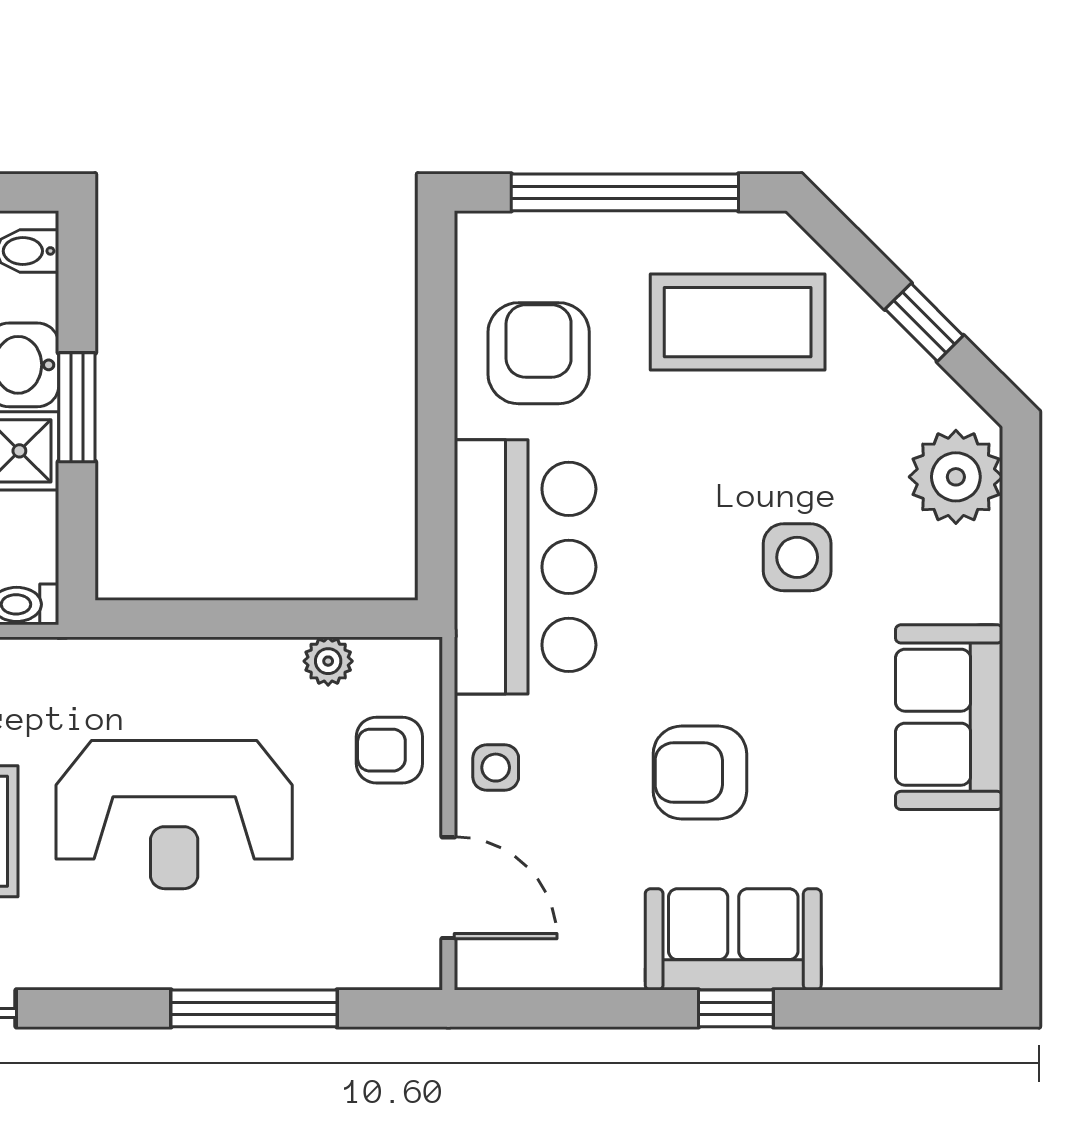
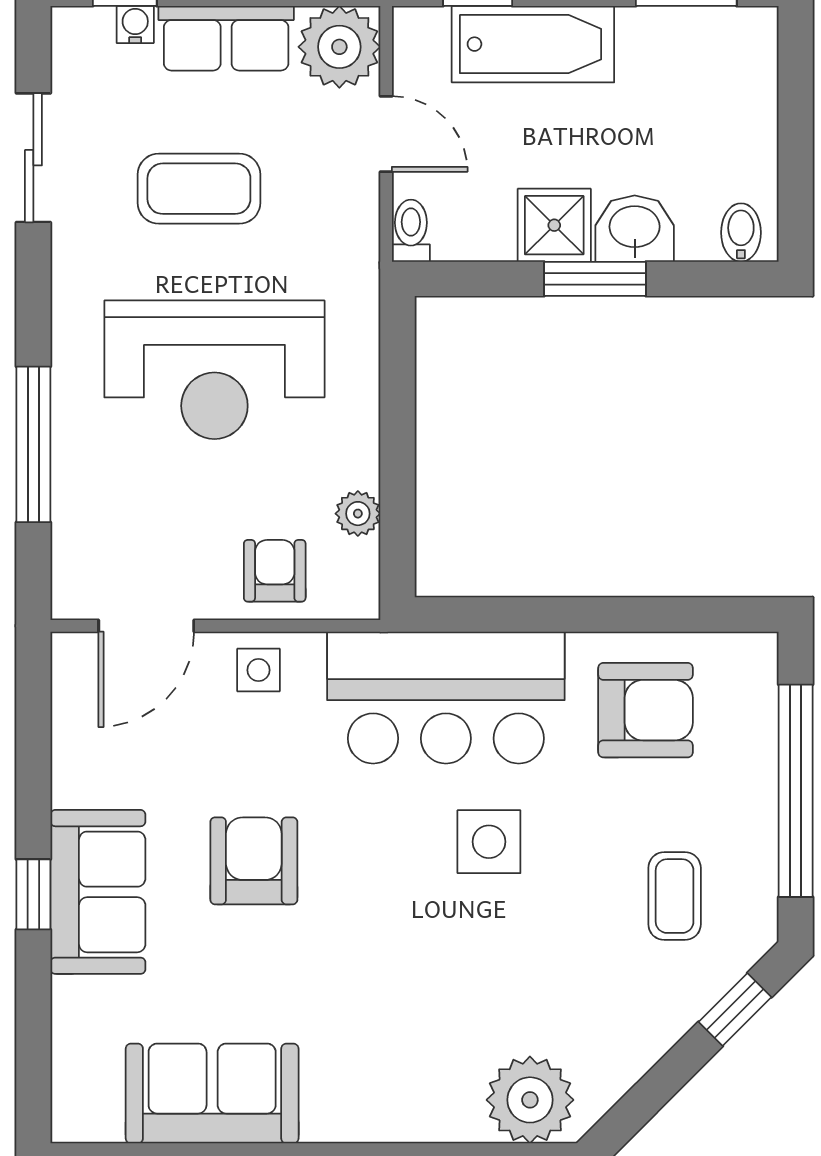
coffee table: (738, 322) -> (675, 896), width x0.54, depth x0.58
window: (924, 322) -> (735, 1010), moved
side table: (797, 557) -> (489, 842), moved
sofa: (949, 717) -> (212, 1094), moved
reception desk: (174, 815) -> (214, 370), turned -90

